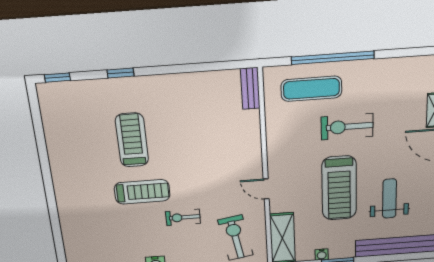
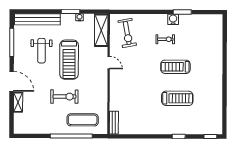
treadmill: (132, 140) -> (177, 98), turned -90
treadmill: (339, 188) -> (69, 60), turned 180
exercise bike: (183, 217) -> (165, 39), moved

